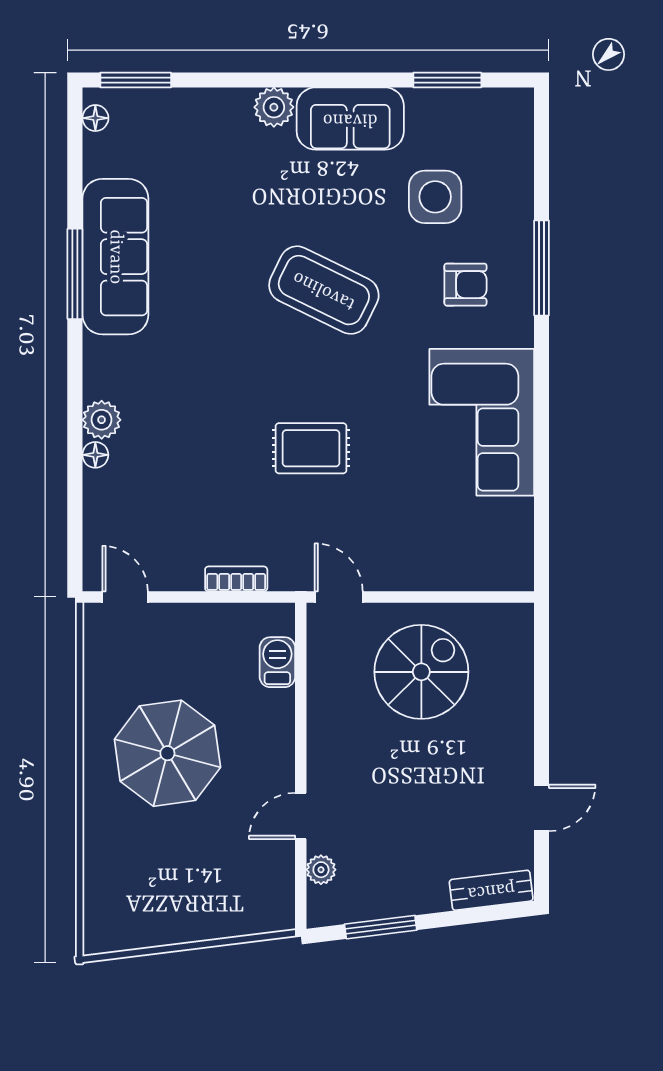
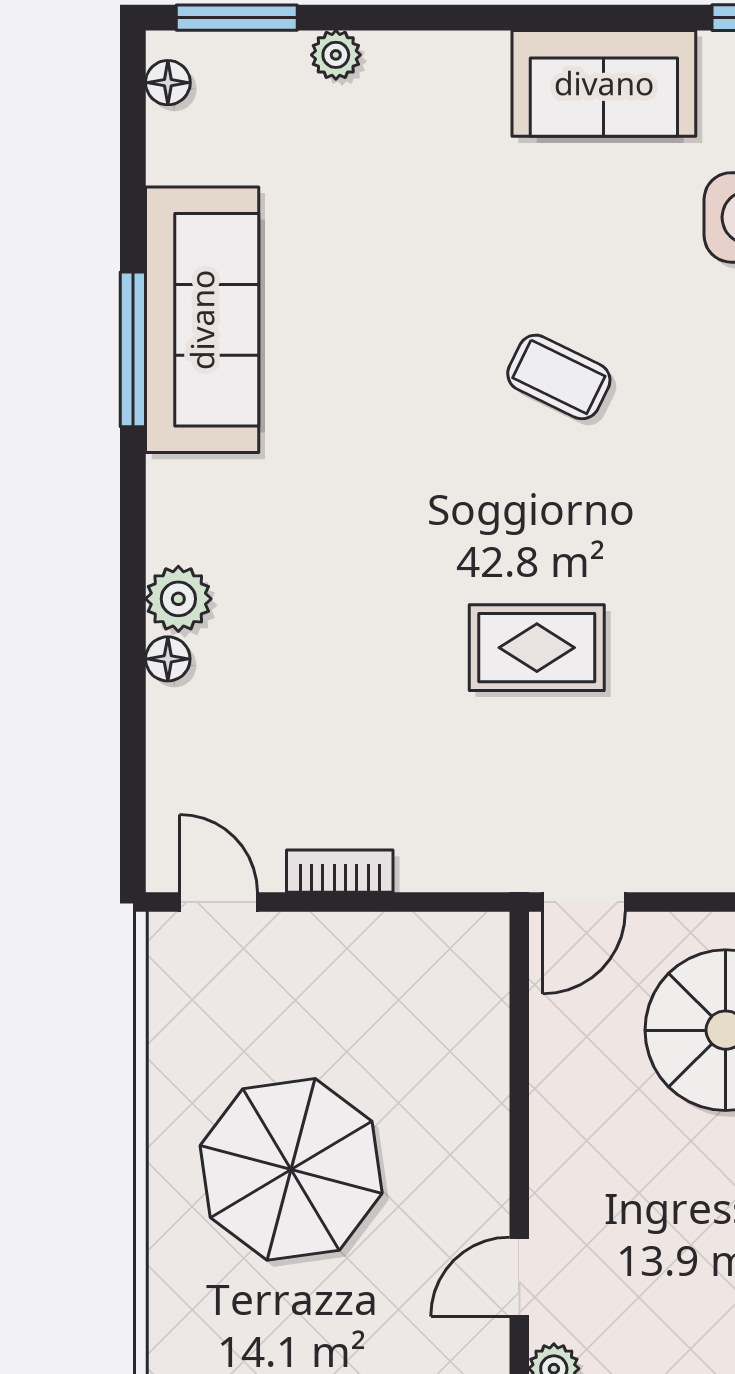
plant: (274, 107) -> (336, 55), moved, width x0.73, depth x0.73
coffee table: (324, 290) -> (559, 377), width x0.54, depth x0.58
bookcase: (236, 579) -> (340, 871), moved
door: (339, 597) -> (584, 902), swing flipped
barbecue: (277, 662) -> (479, 1014), removed

